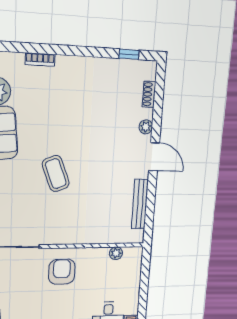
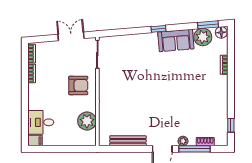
window: (158, 111) -> (194, 149), added
coffee table: (56, 174) -> (149, 78), removed
plant: (116, 253) -> (87, 121), width x1.88, depth x1.88

